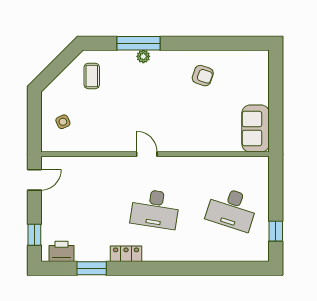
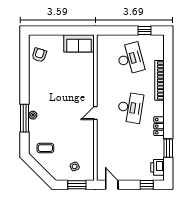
armchair: (203, 76) -> (39, 55), moved
window: (34, 125) -> (77, 185), added
desk: (232, 209) -> (130, 59), turned -33
bookcase: (197, 255) -> (160, 80), added

